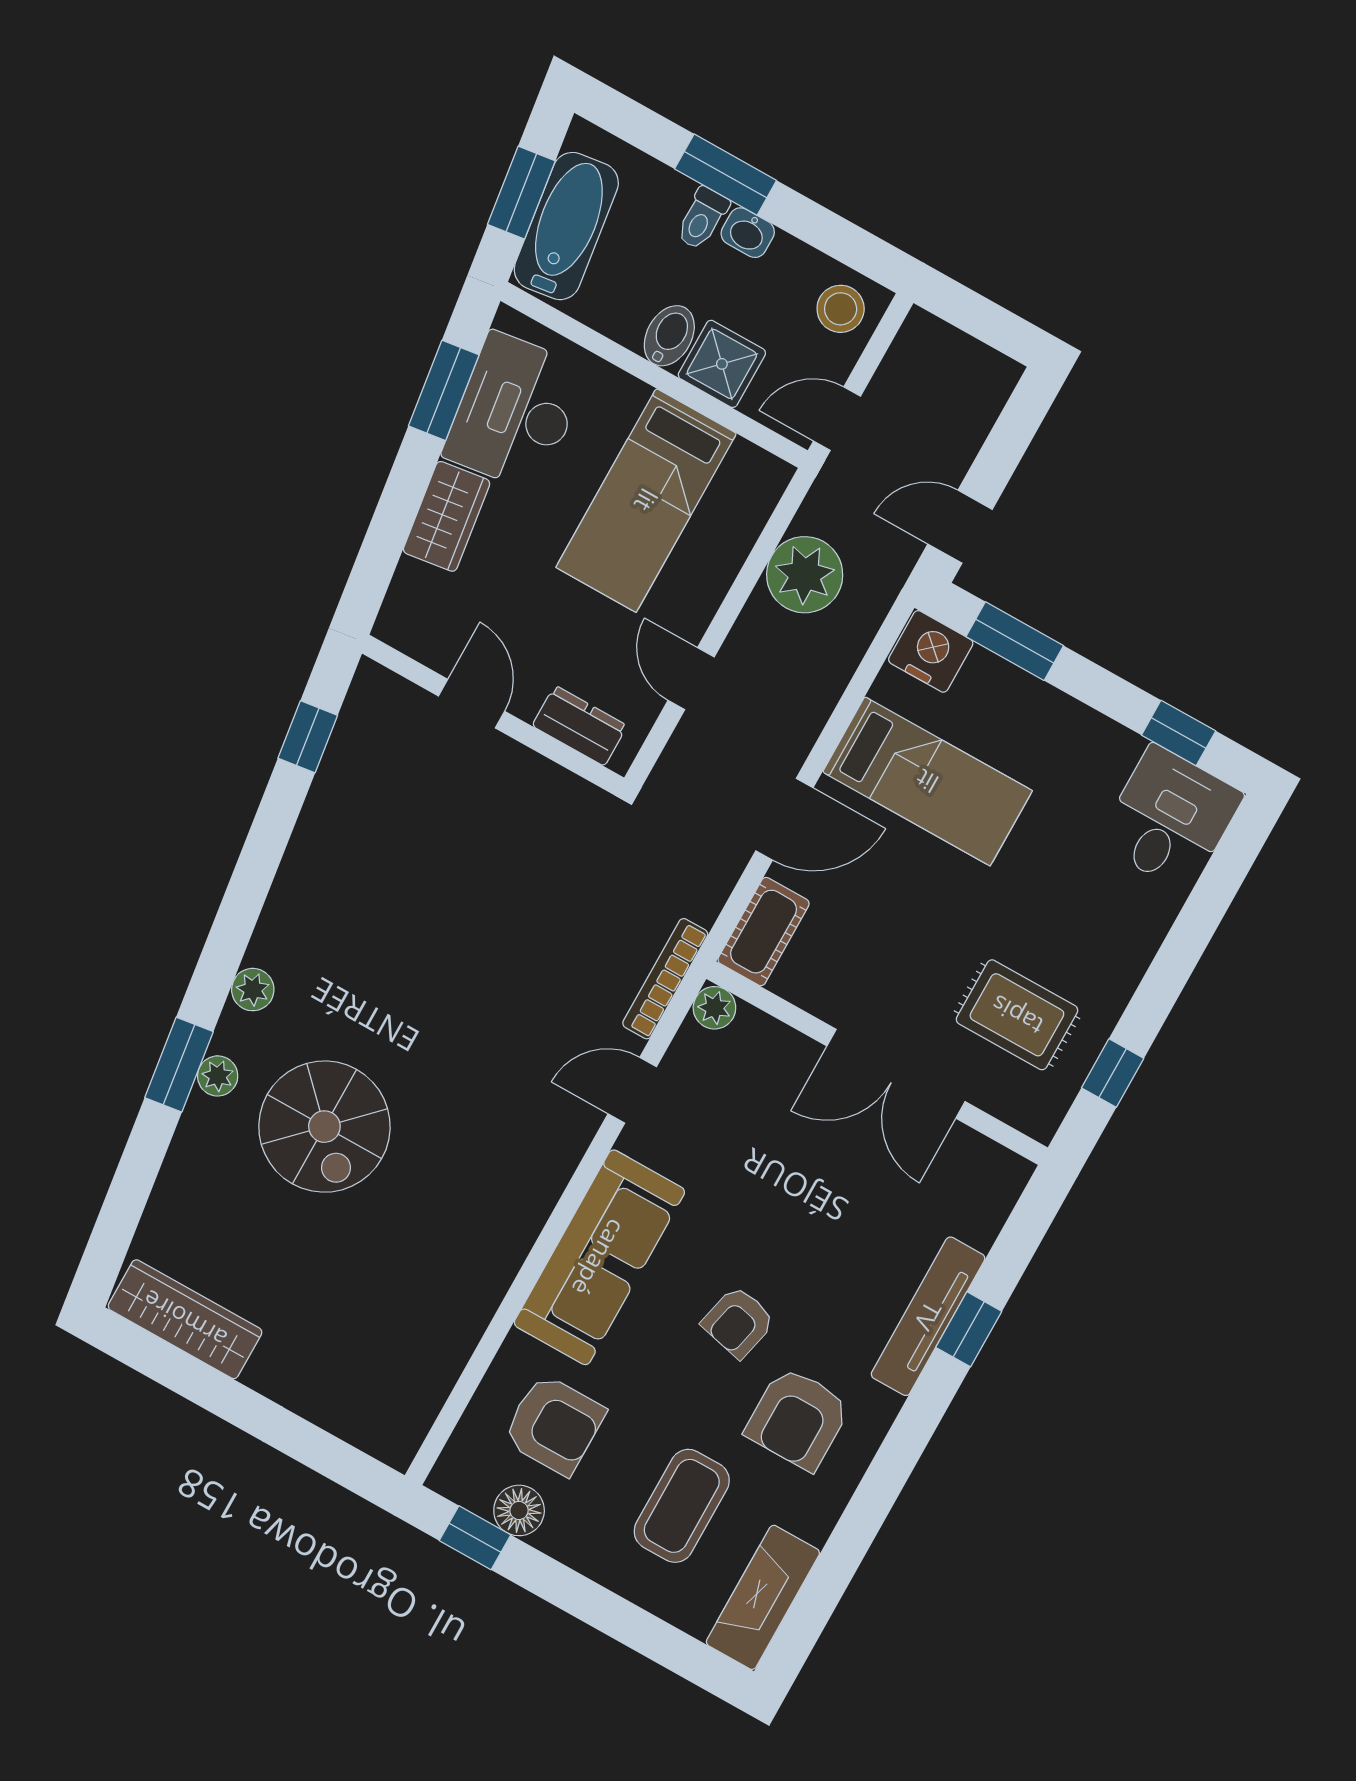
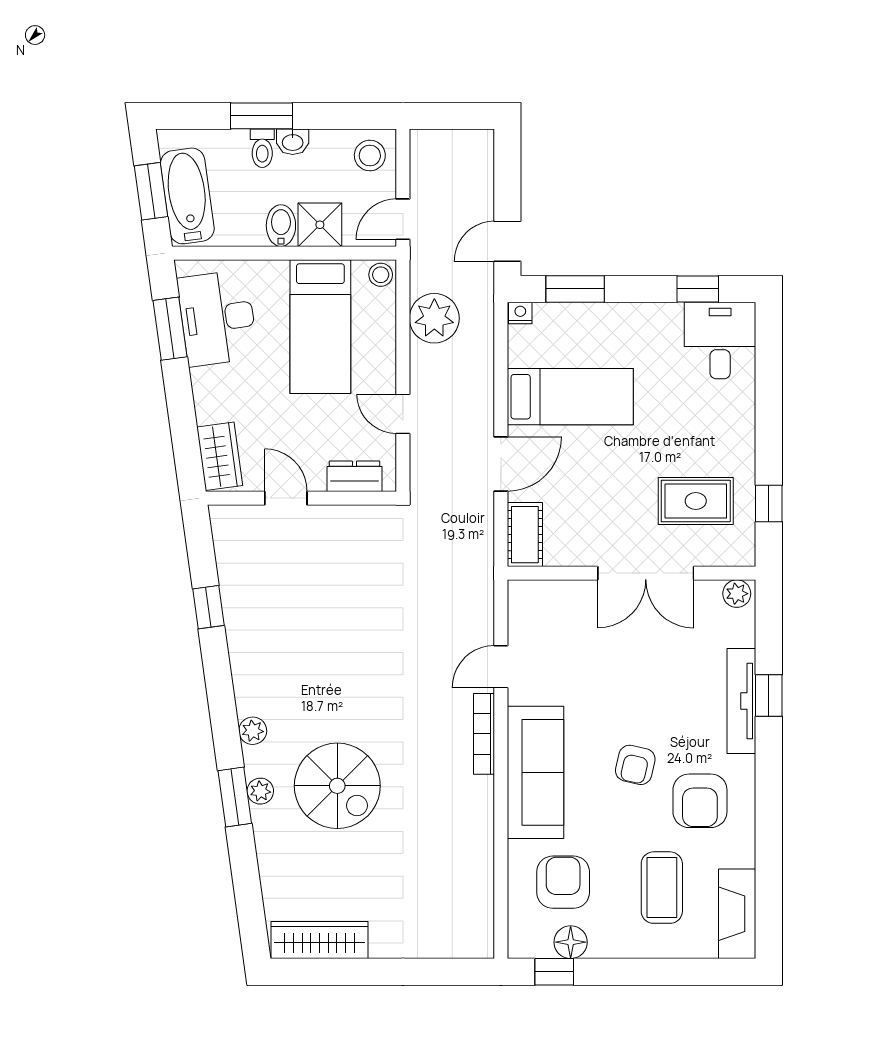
stool: (766, 476) -> (381, 275), added
wardrobe: (447, 516) -> (220, 456), moved
nightstand: (931, 651) -> (520, 313), width x0.53, depth x0.56
window: (308, 737) -> (208, 607), moved
bookcase: (665, 979) -> (484, 734), moved
plant: (714, 1008) -> (737, 594), moved
armchair: (554, 1425) -> (563, 882), turned -90

